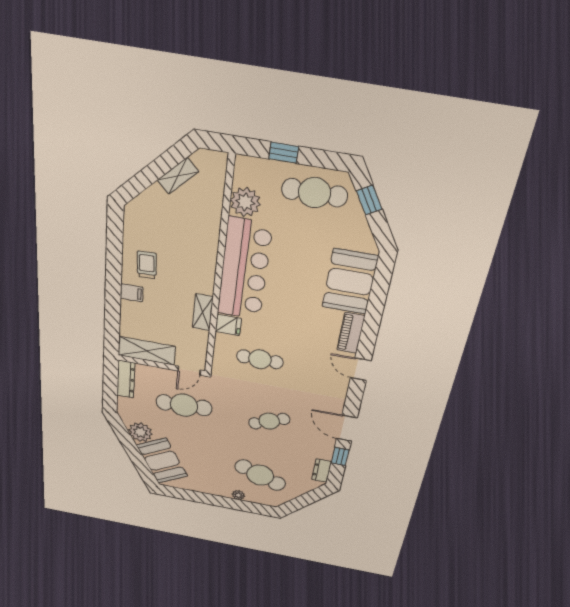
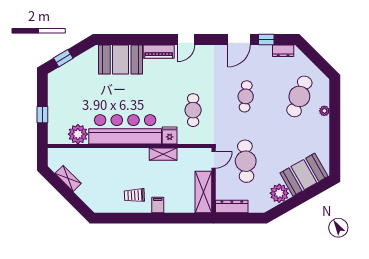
cafe table: (315, 193) -> (64, 92), removed
door: (189, 371) -> (214, 160), hinge flipped
cafe table: (269, 421) -> (246, 96), turned 30

